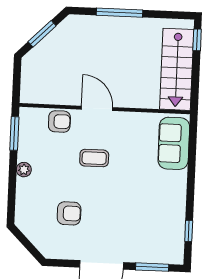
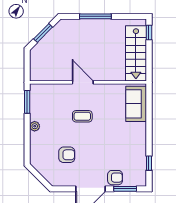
armchair: (59, 121) -> (115, 178), moved

